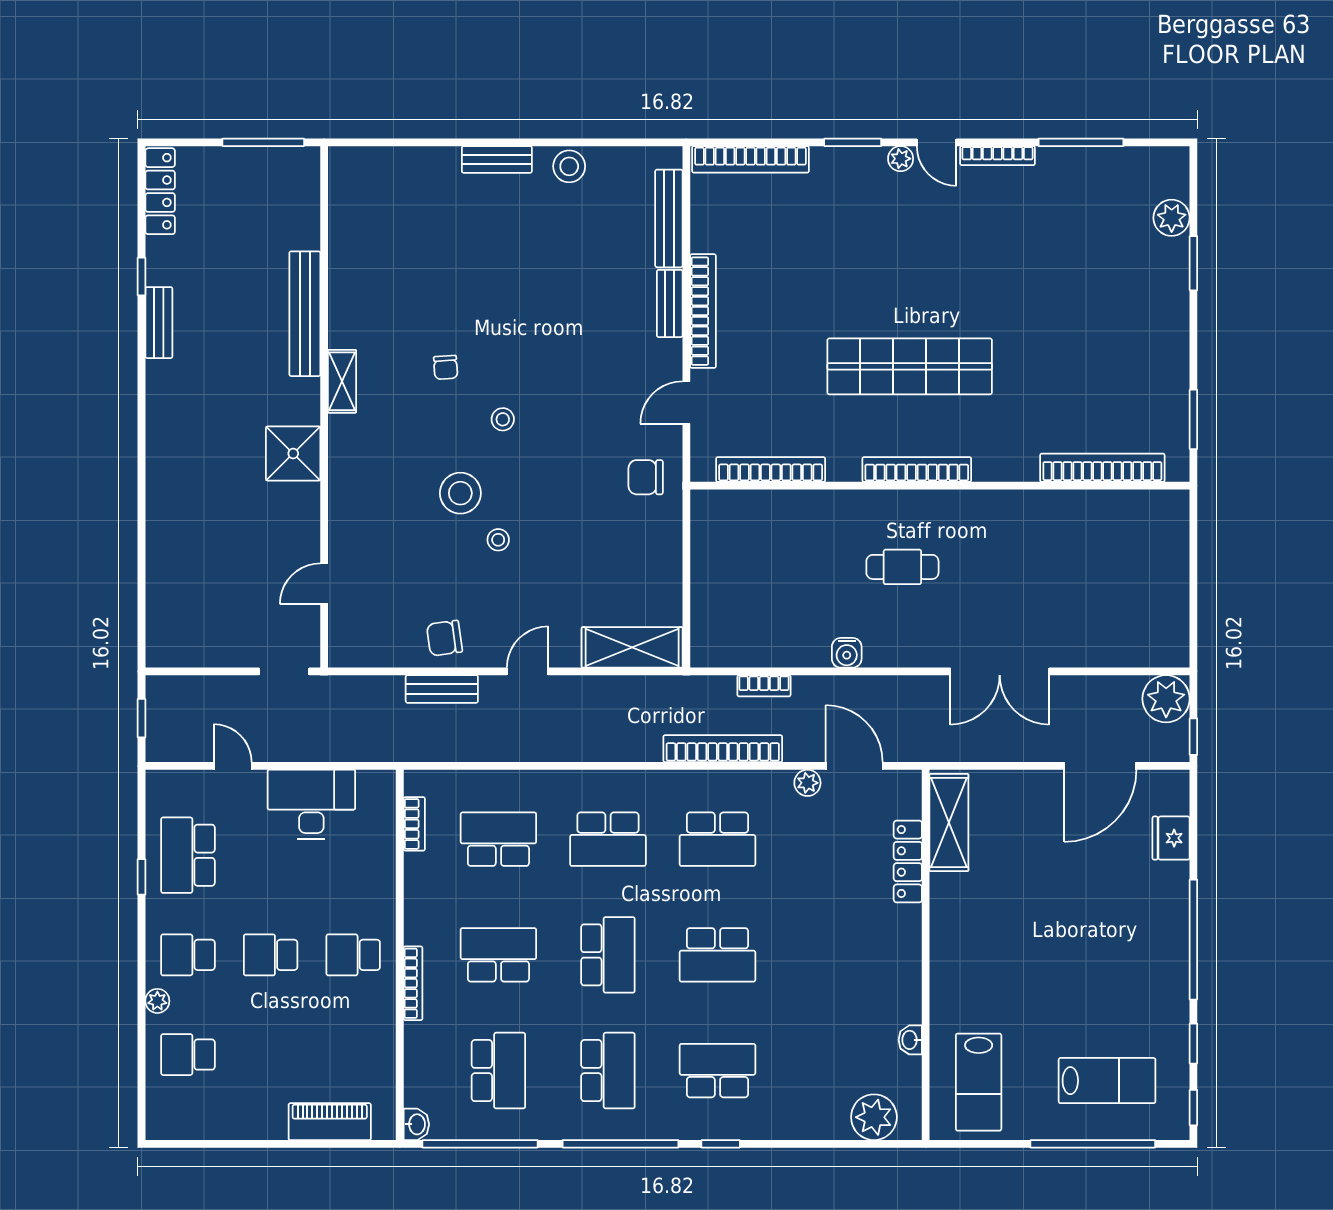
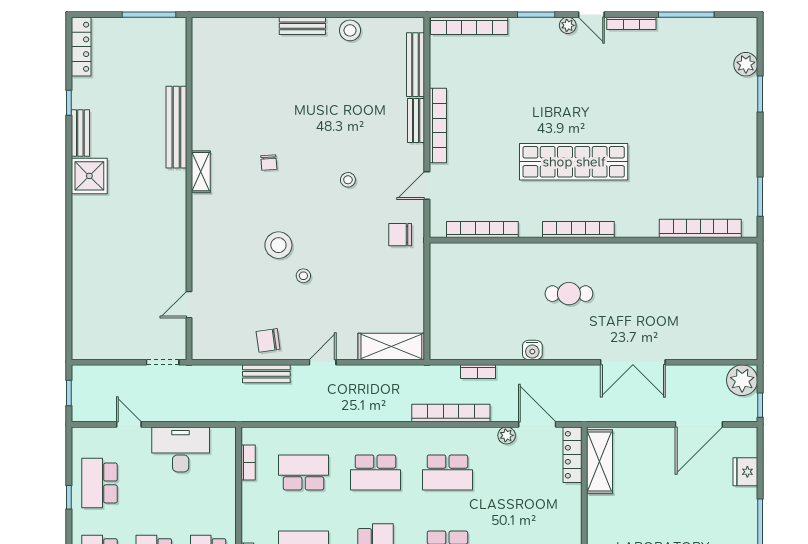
stool: (503, 419) -> (348, 180), moved
shower: (293, 453) -> (89, 176), moved
locker: (908, 862) -> (572, 455), moved

